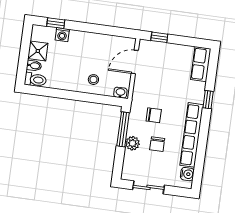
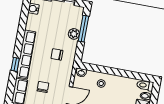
window: (123, 129) -> (83, 29), moved
row of seats: (192, 135) -> (26, 54), moved
chair: (157, 144) -> (43, 87), moved

